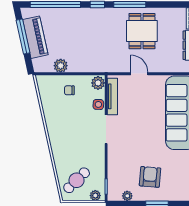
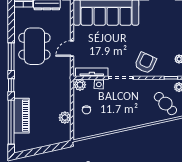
dining table: (142, 31) -> (34, 46), width x1.37
window: (23, 37) -> (39, 151), removed
piano: (35, 37) -> (21, 116), moved, turned 102
armchair: (150, 177) -> (145, 63), moved, turned 110

